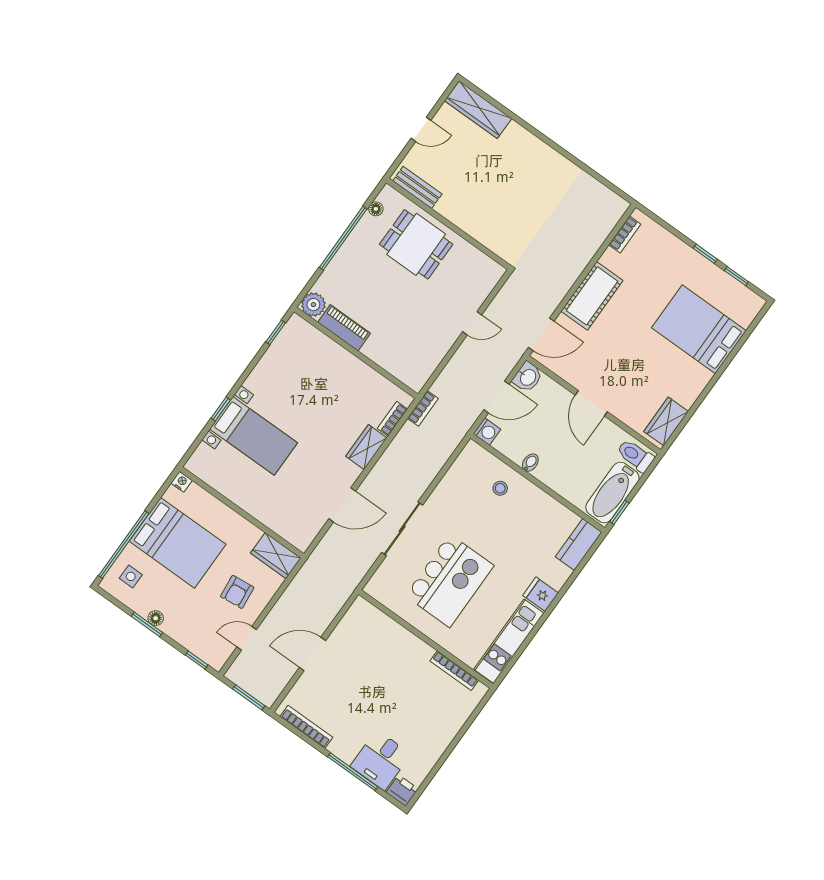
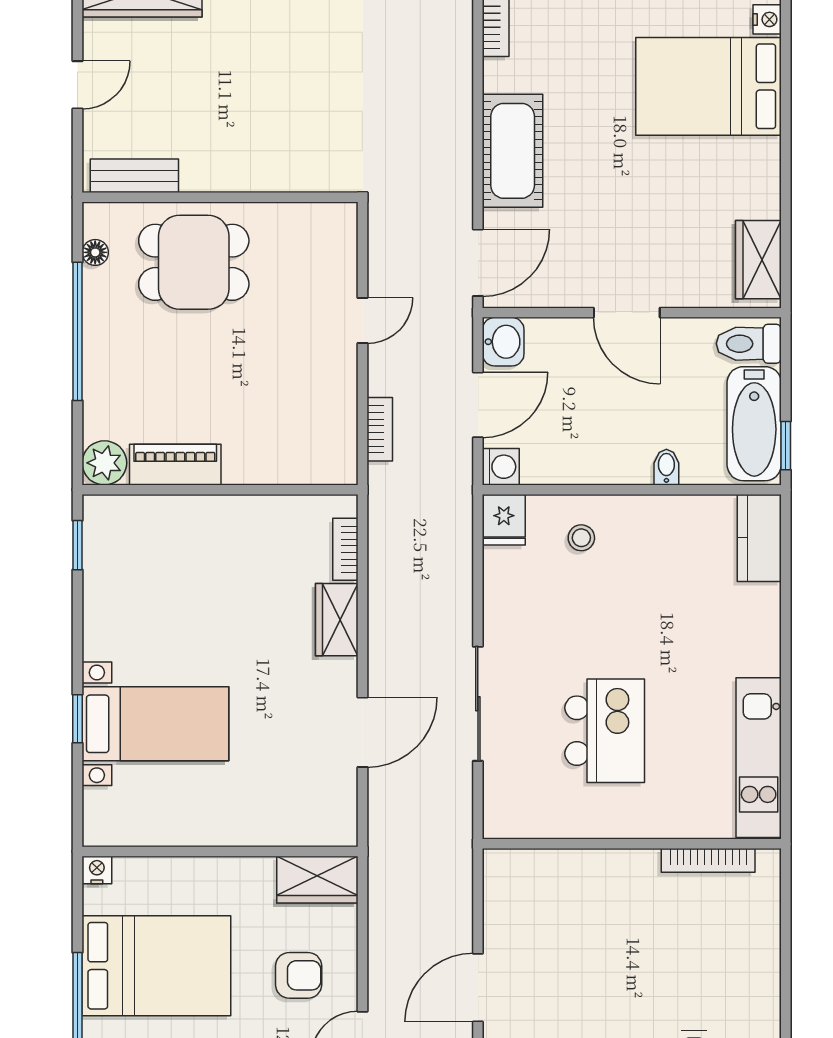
nightstand: (746, 318) -> (767, 19), added
bookcase: (423, 408) -> (380, 429), moved
bidet: (530, 463) -> (666, 467), moved
kitchen island: (450, 581) -> (605, 731), width x0.73, depth x0.78
armchair: (237, 592) -> (299, 975), turned -84
fridge: (541, 594) -> (504, 520), moved, turned -90

